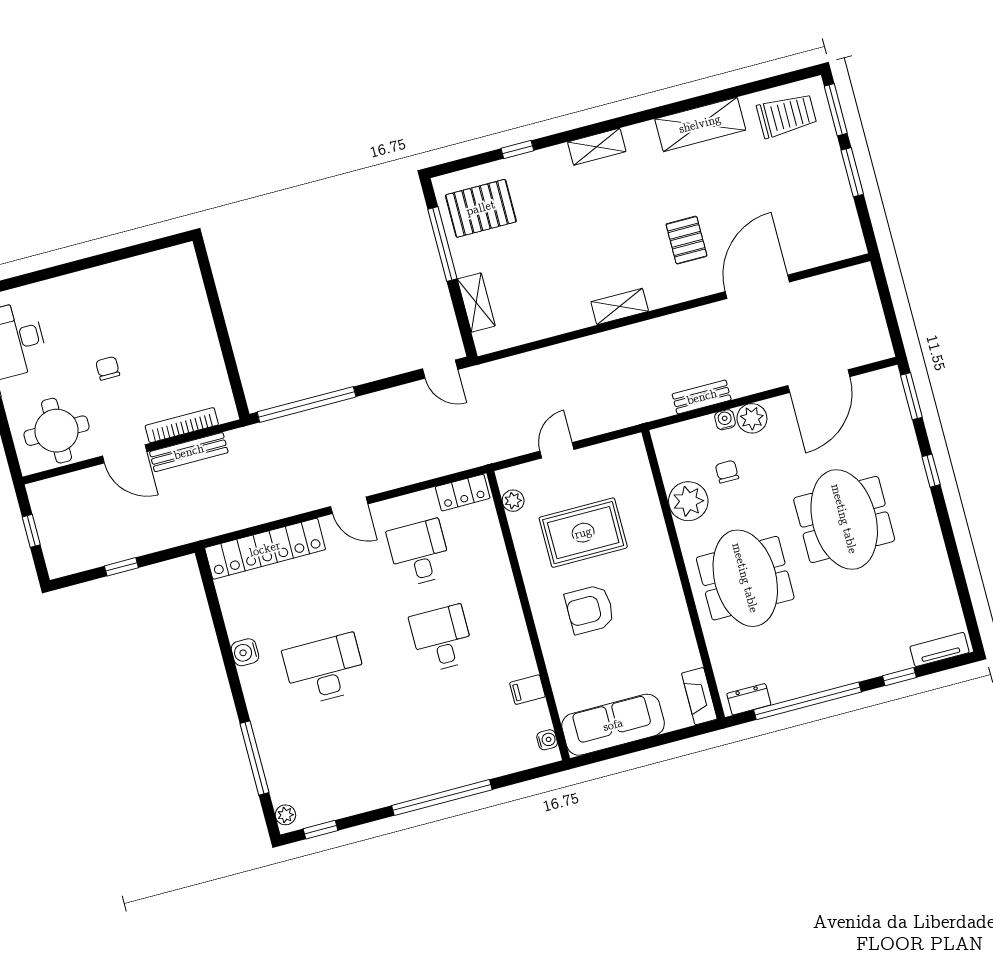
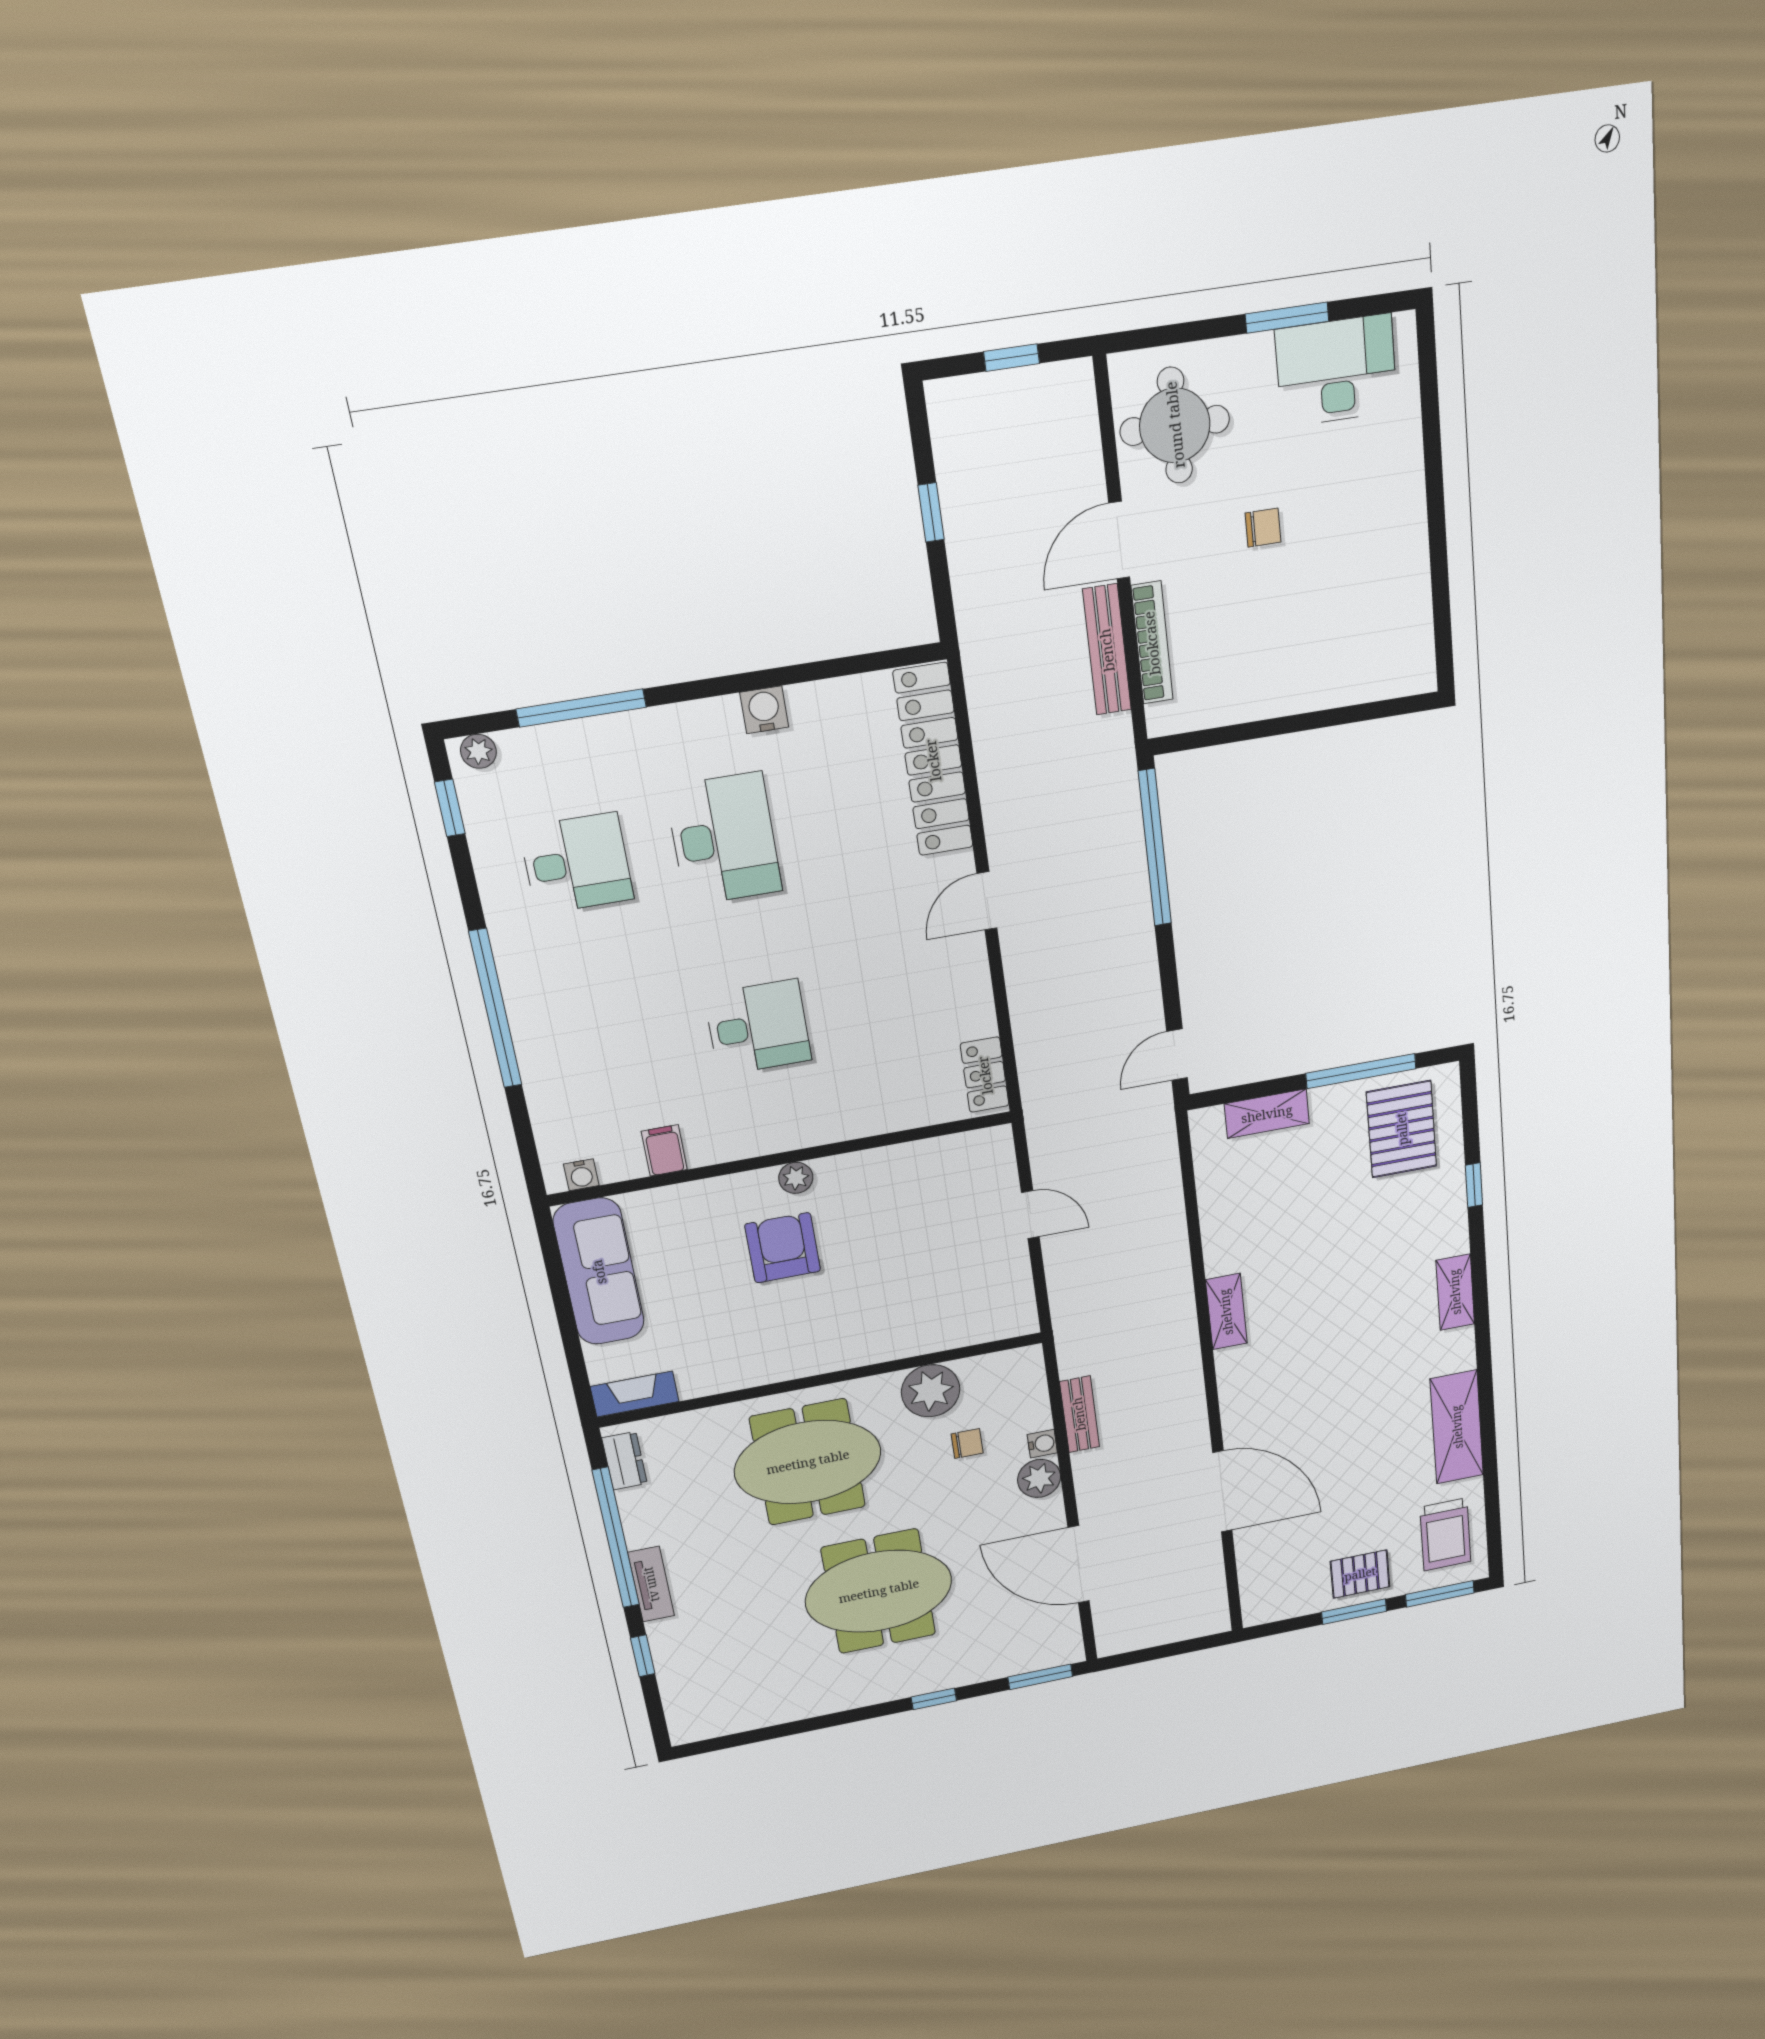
pallet: (686, 240) -> (1360, 1574), moved
plant: (513, 501) -> (796, 1178), moved
rug: (583, 533) -> (901, 1245), removed
desk: (419, 553) -> (577, 863), moved
tv unit: (940, 649) -> (651, 1584), moved

